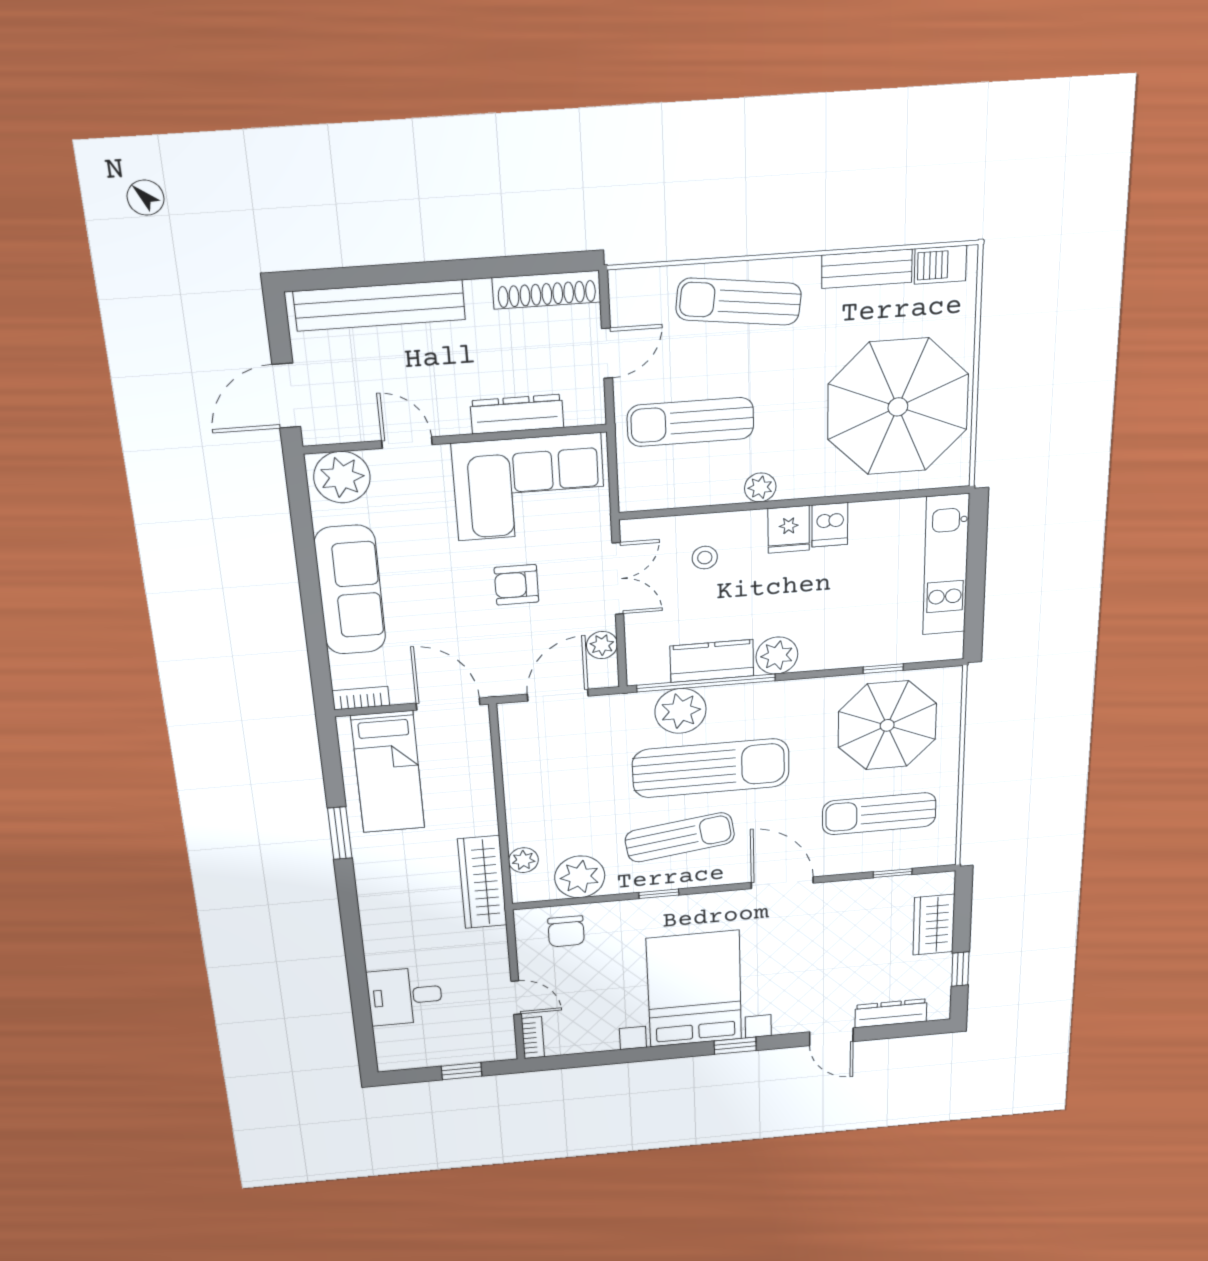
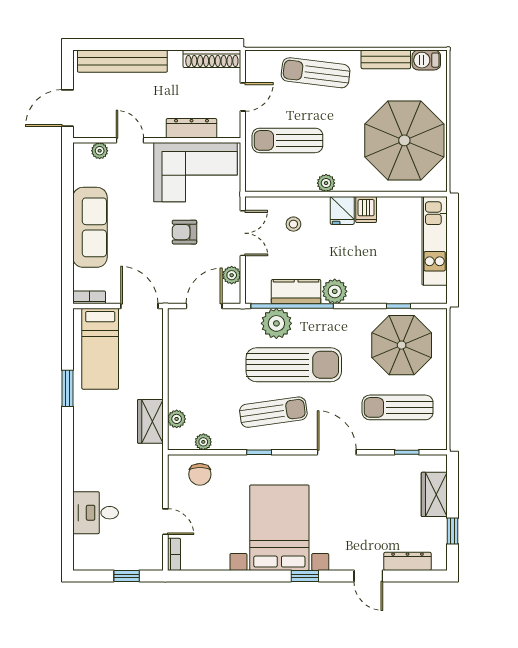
plant: (342, 477) -> (100, 151), width x0.53, depth x0.53
plant: (580, 877) -> (203, 442), width x0.53, depth x0.53
wardrobe: (482, 882) -> (150, 421), width x0.67

